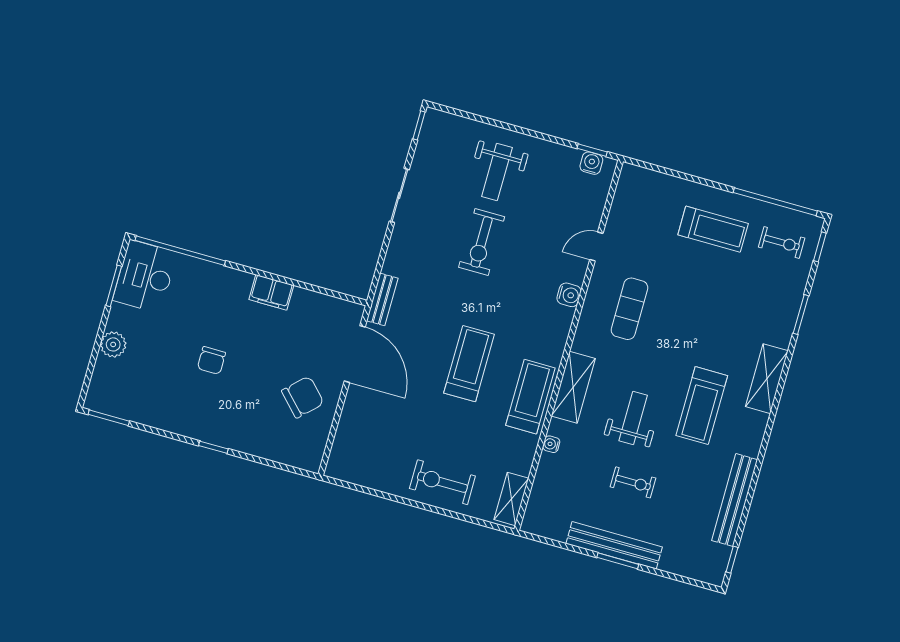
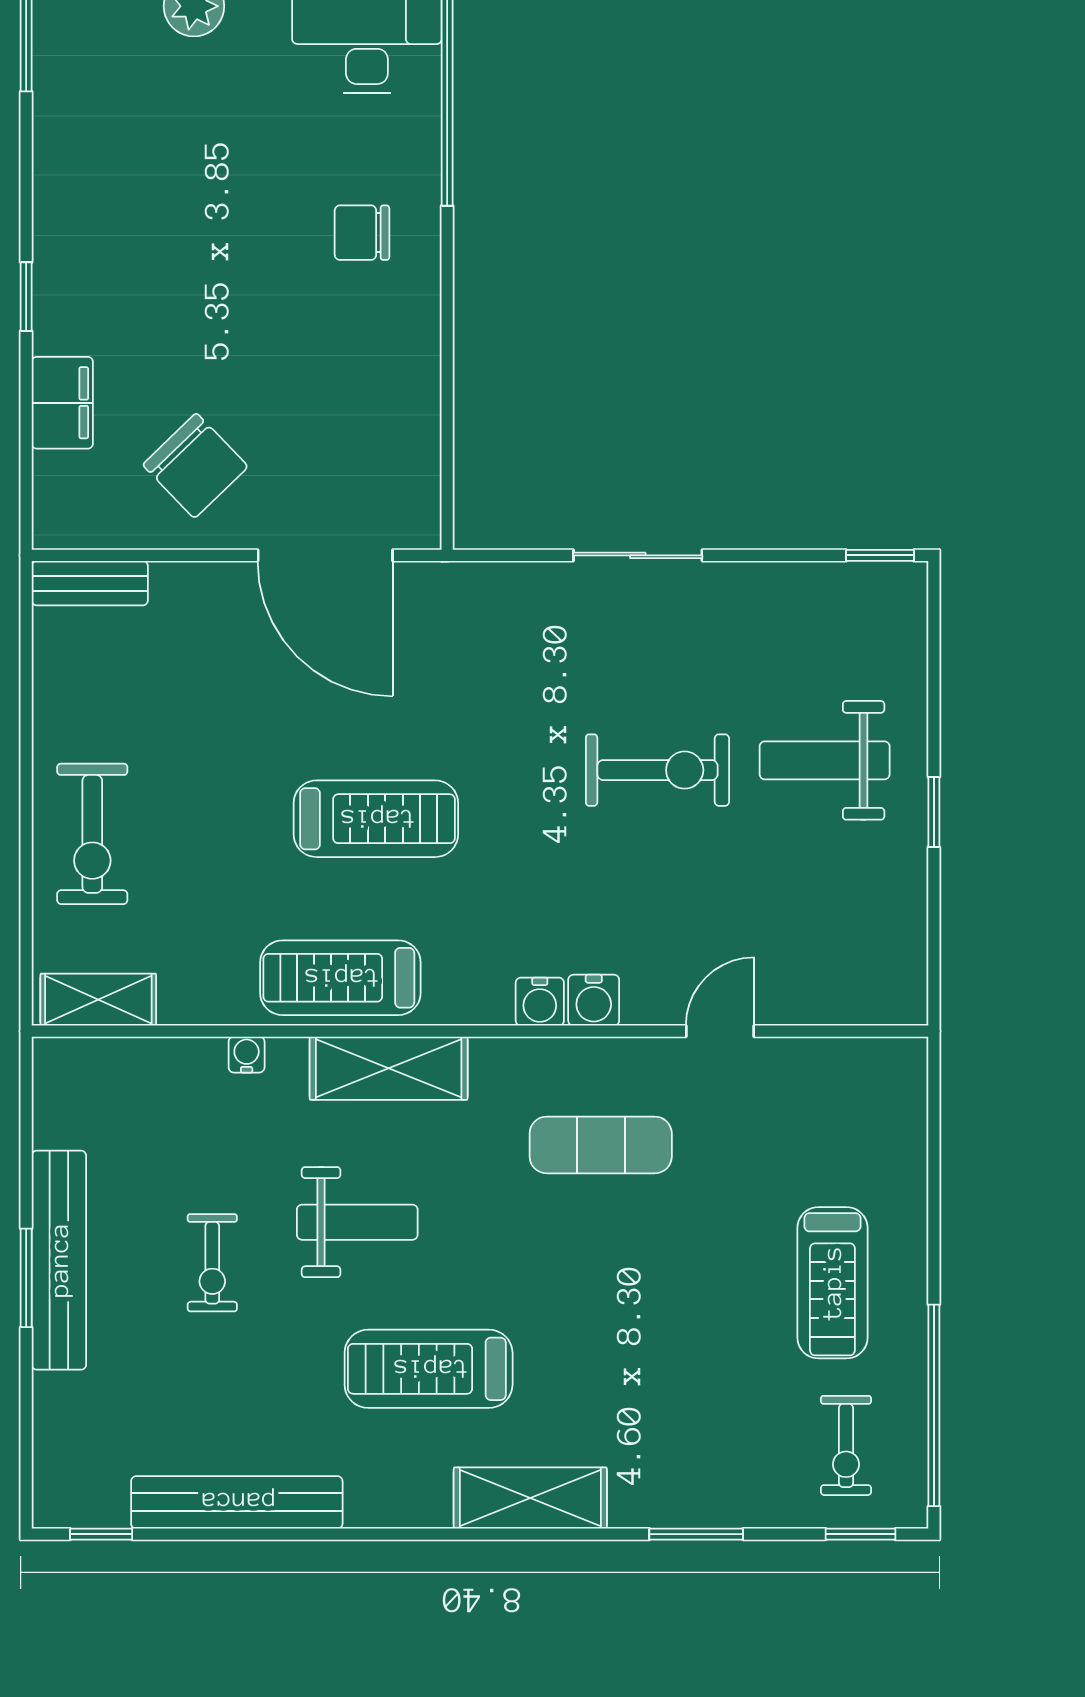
window: (592, 150) -> (934, 812), moved
water cooler: (591, 163) -> (540, 1002), moved, turned 90
sliding door: (399, 195) -> (638, 555), moved
exercise bike: (482, 242) -> (657, 770), turned 180
door: (596, 246) -> (720, 1031), hinge flipped
filing cabinet: (271, 292) -> (62, 403), moved, turned 180
bench: (382, 299) -> (90, 583), moved
door: (355, 354) -> (325, 555), hinge flipped
chair: (211, 360) -> (362, 233), moved
treadmill: (530, 397) -> (340, 978), turned 180
exercise bike: (442, 482) -> (92, 834), turned 180

